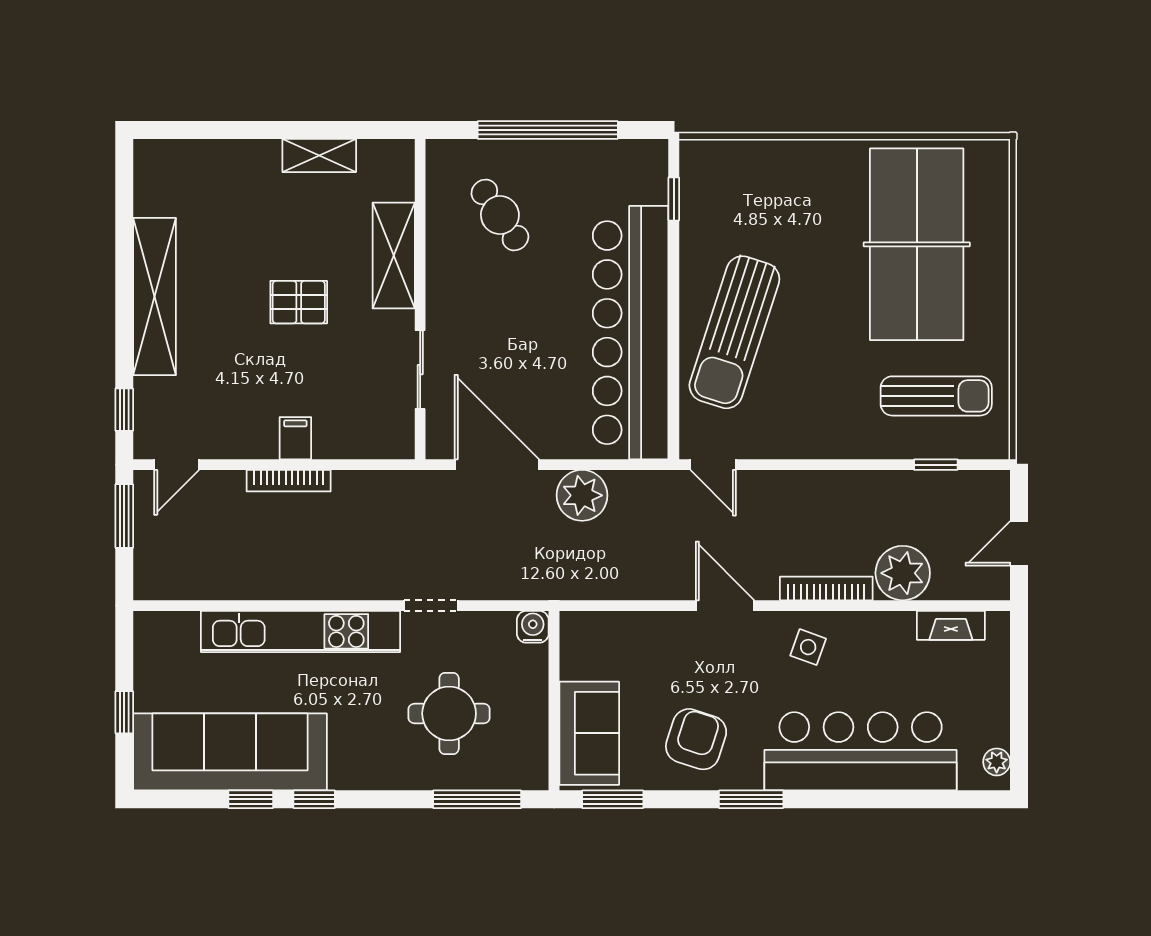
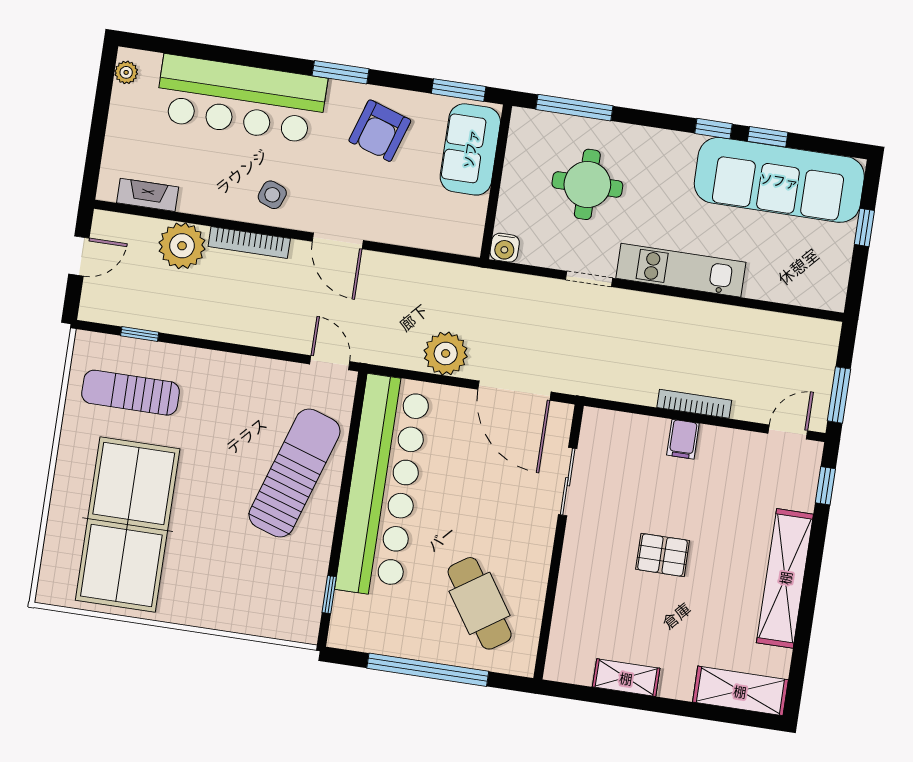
cafe table: (500, 215) -> (480, 603), width x1.37, depth x1.35
shelving: (394, 256) -> (740, 691), moved, turned 90
kitchen unit: (300, 631) -> (681, 270), width x0.73

